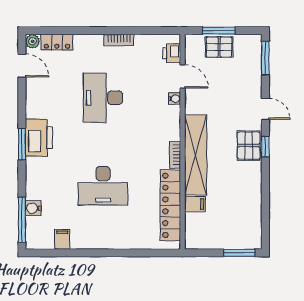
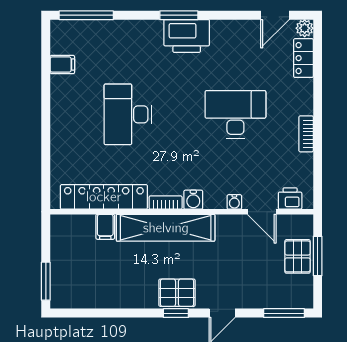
door: (183, 76) -> (262, 212), hinge flipped
water cooler: (33, 208) -> (193, 200), moved, turned 180

